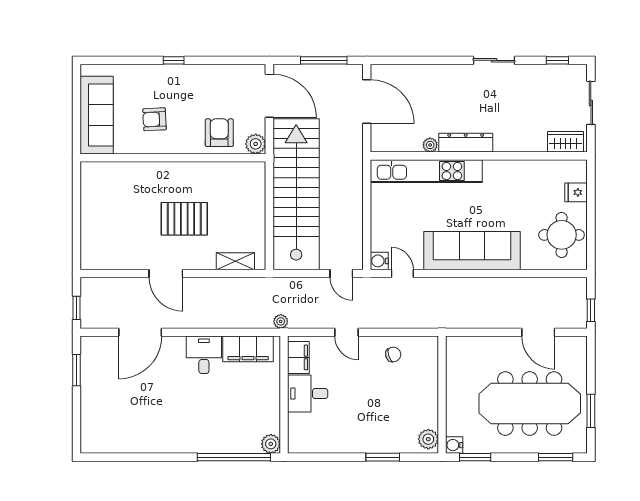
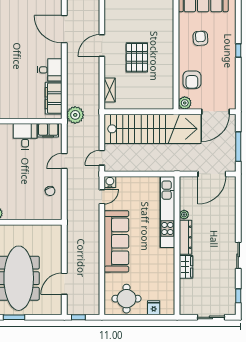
armchair: (219, 133) -> (192, 80), turned 90
wardrobe: (565, 142) -> (186, 267), moved
plant: (281, 321) -> (75, 115), width x1.88, depth x1.88

